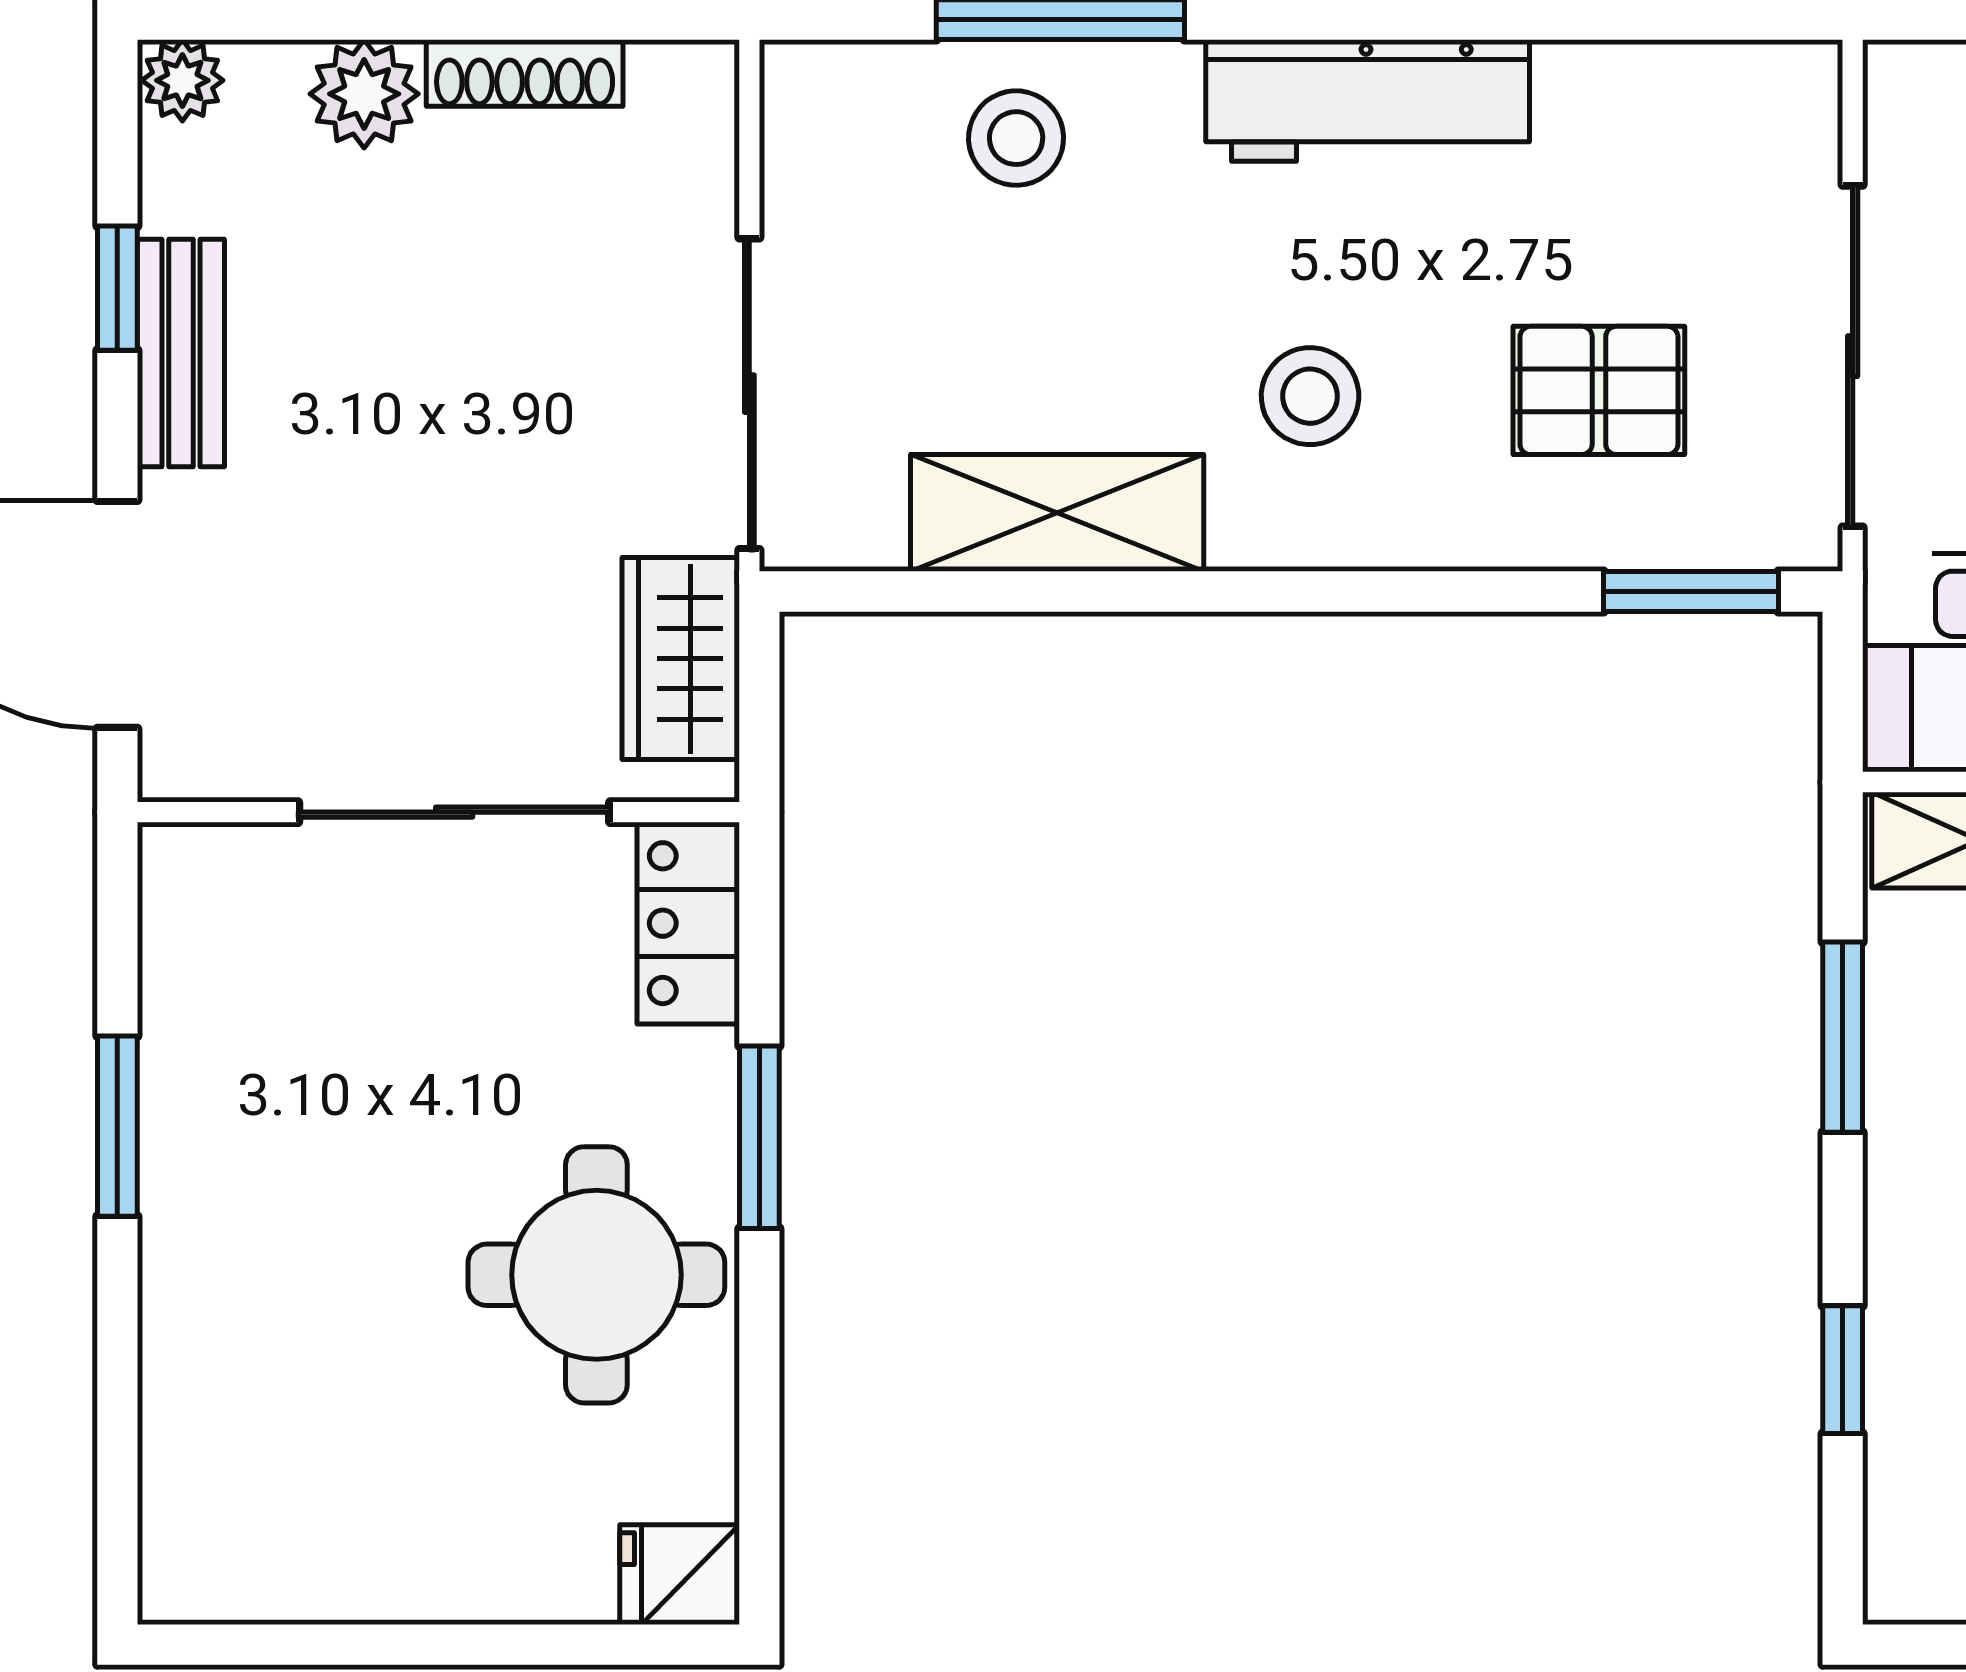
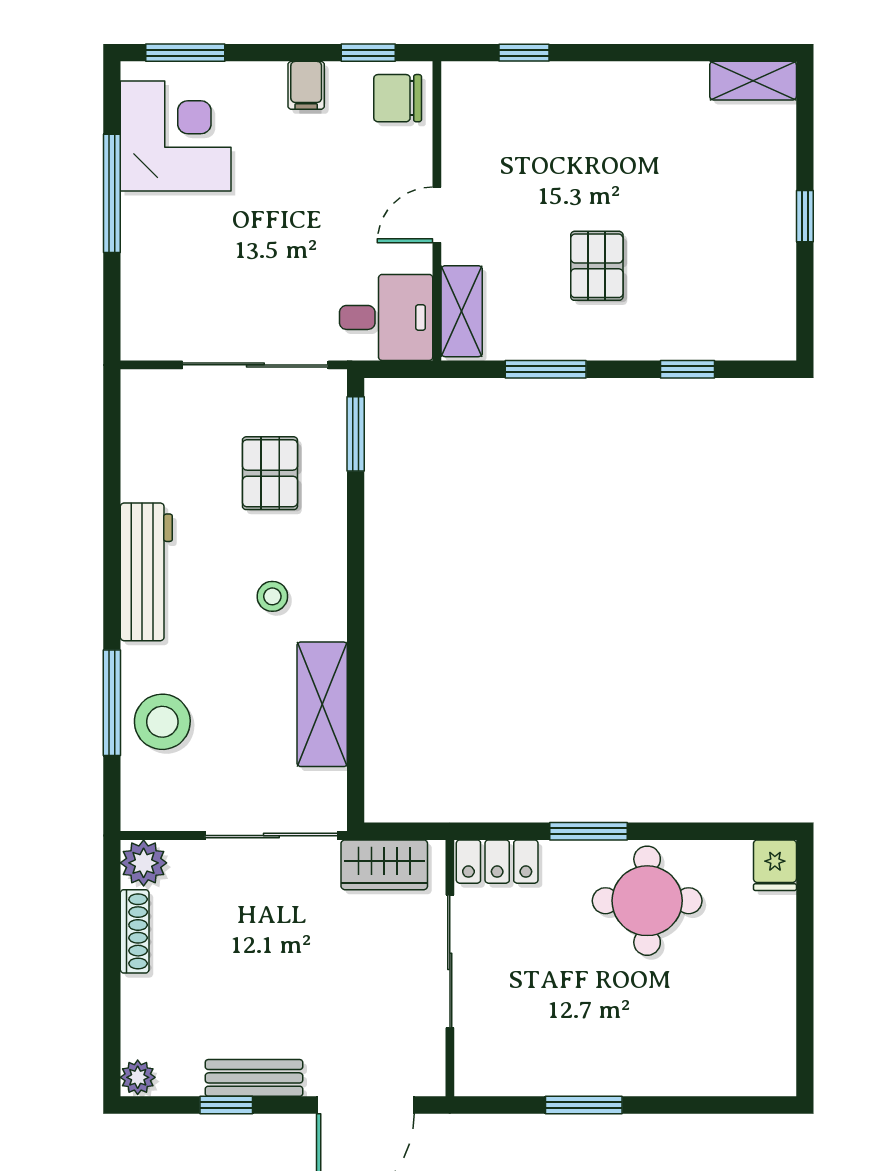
plant: (364, 94) -> (144, 863), moved
stool: (1016, 138) -> (162, 722), width x1.38, depth x1.38
stool: (1310, 396) -> (272, 596), width x0.73, depth x0.73

